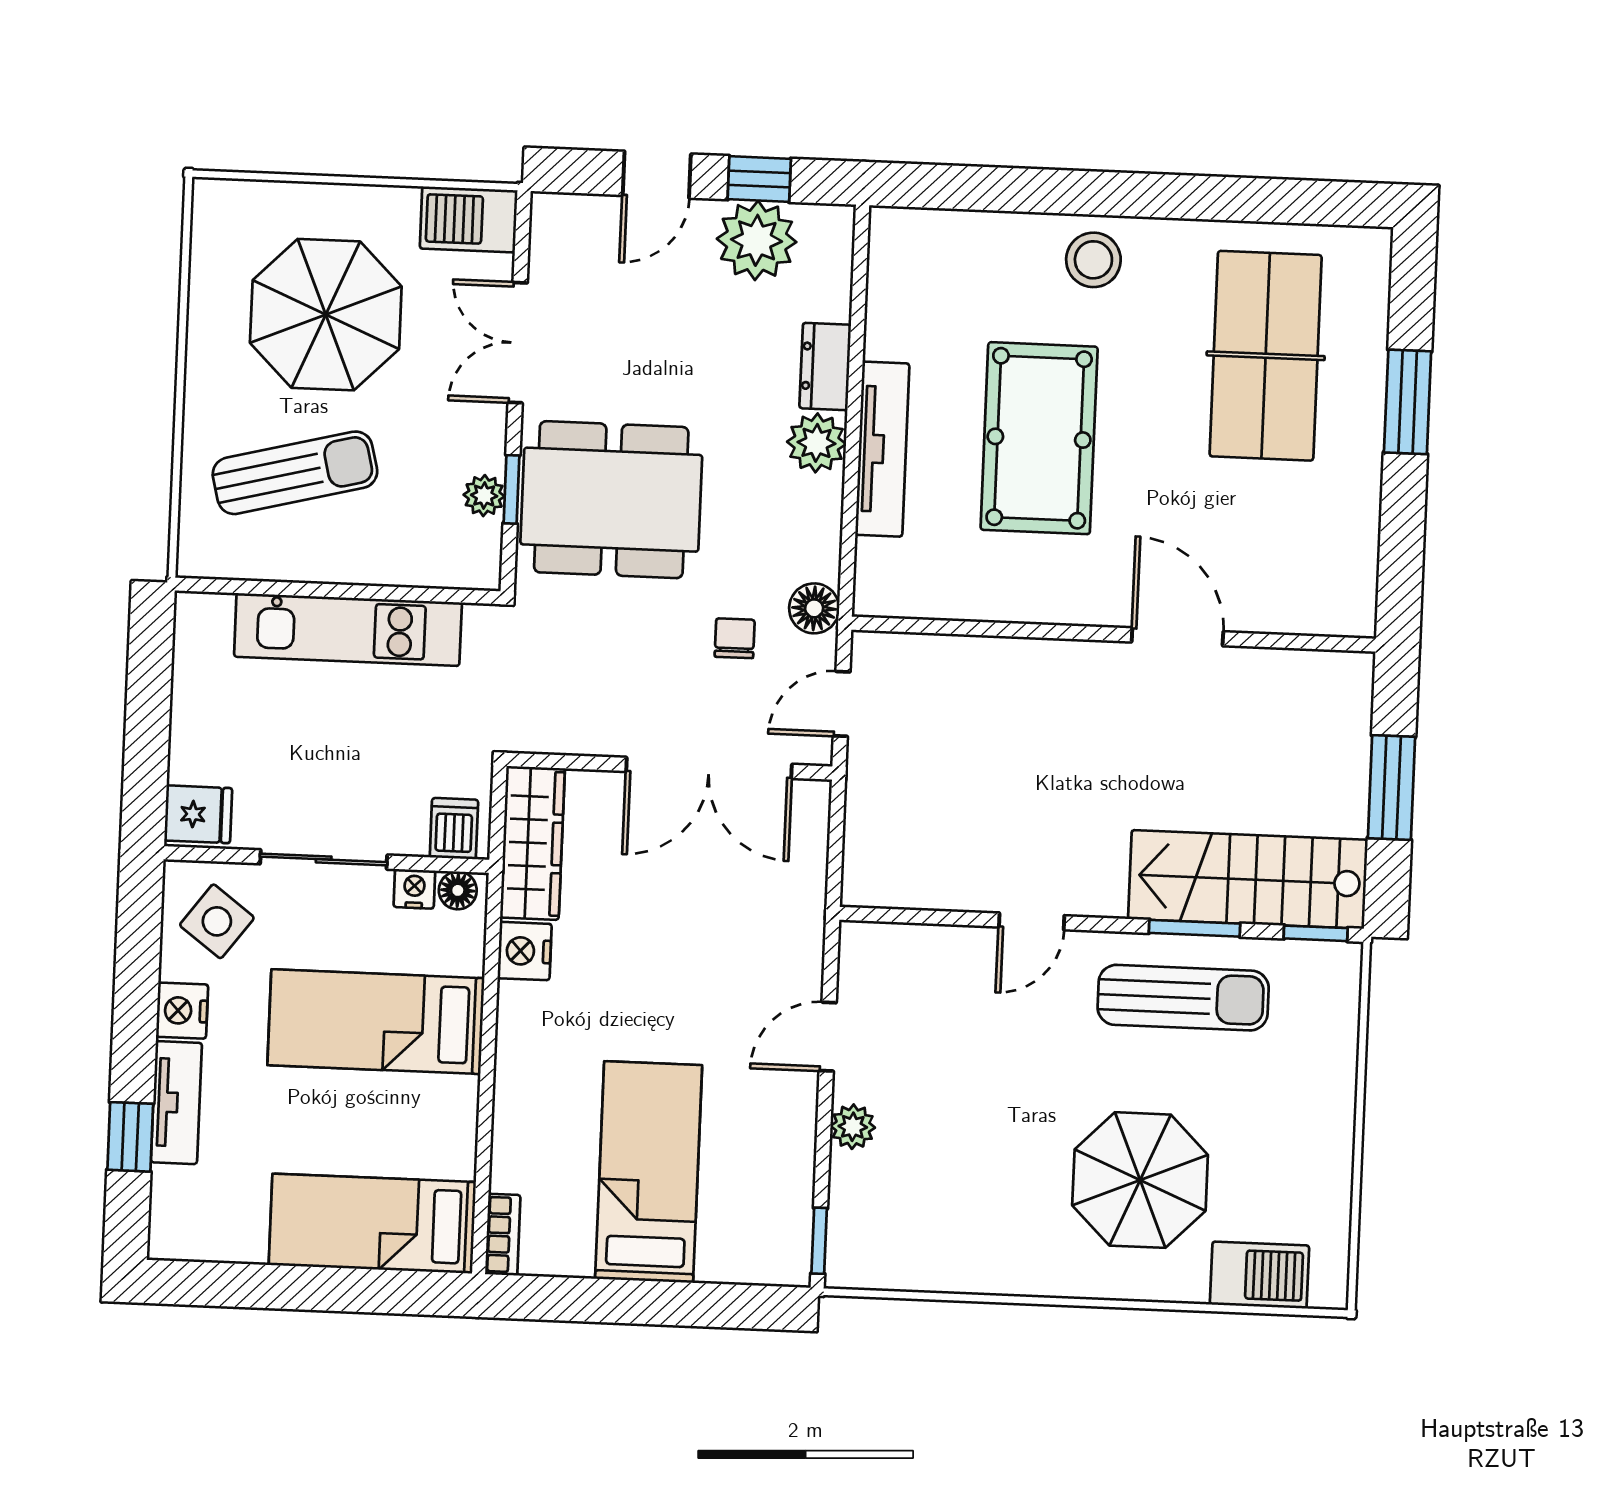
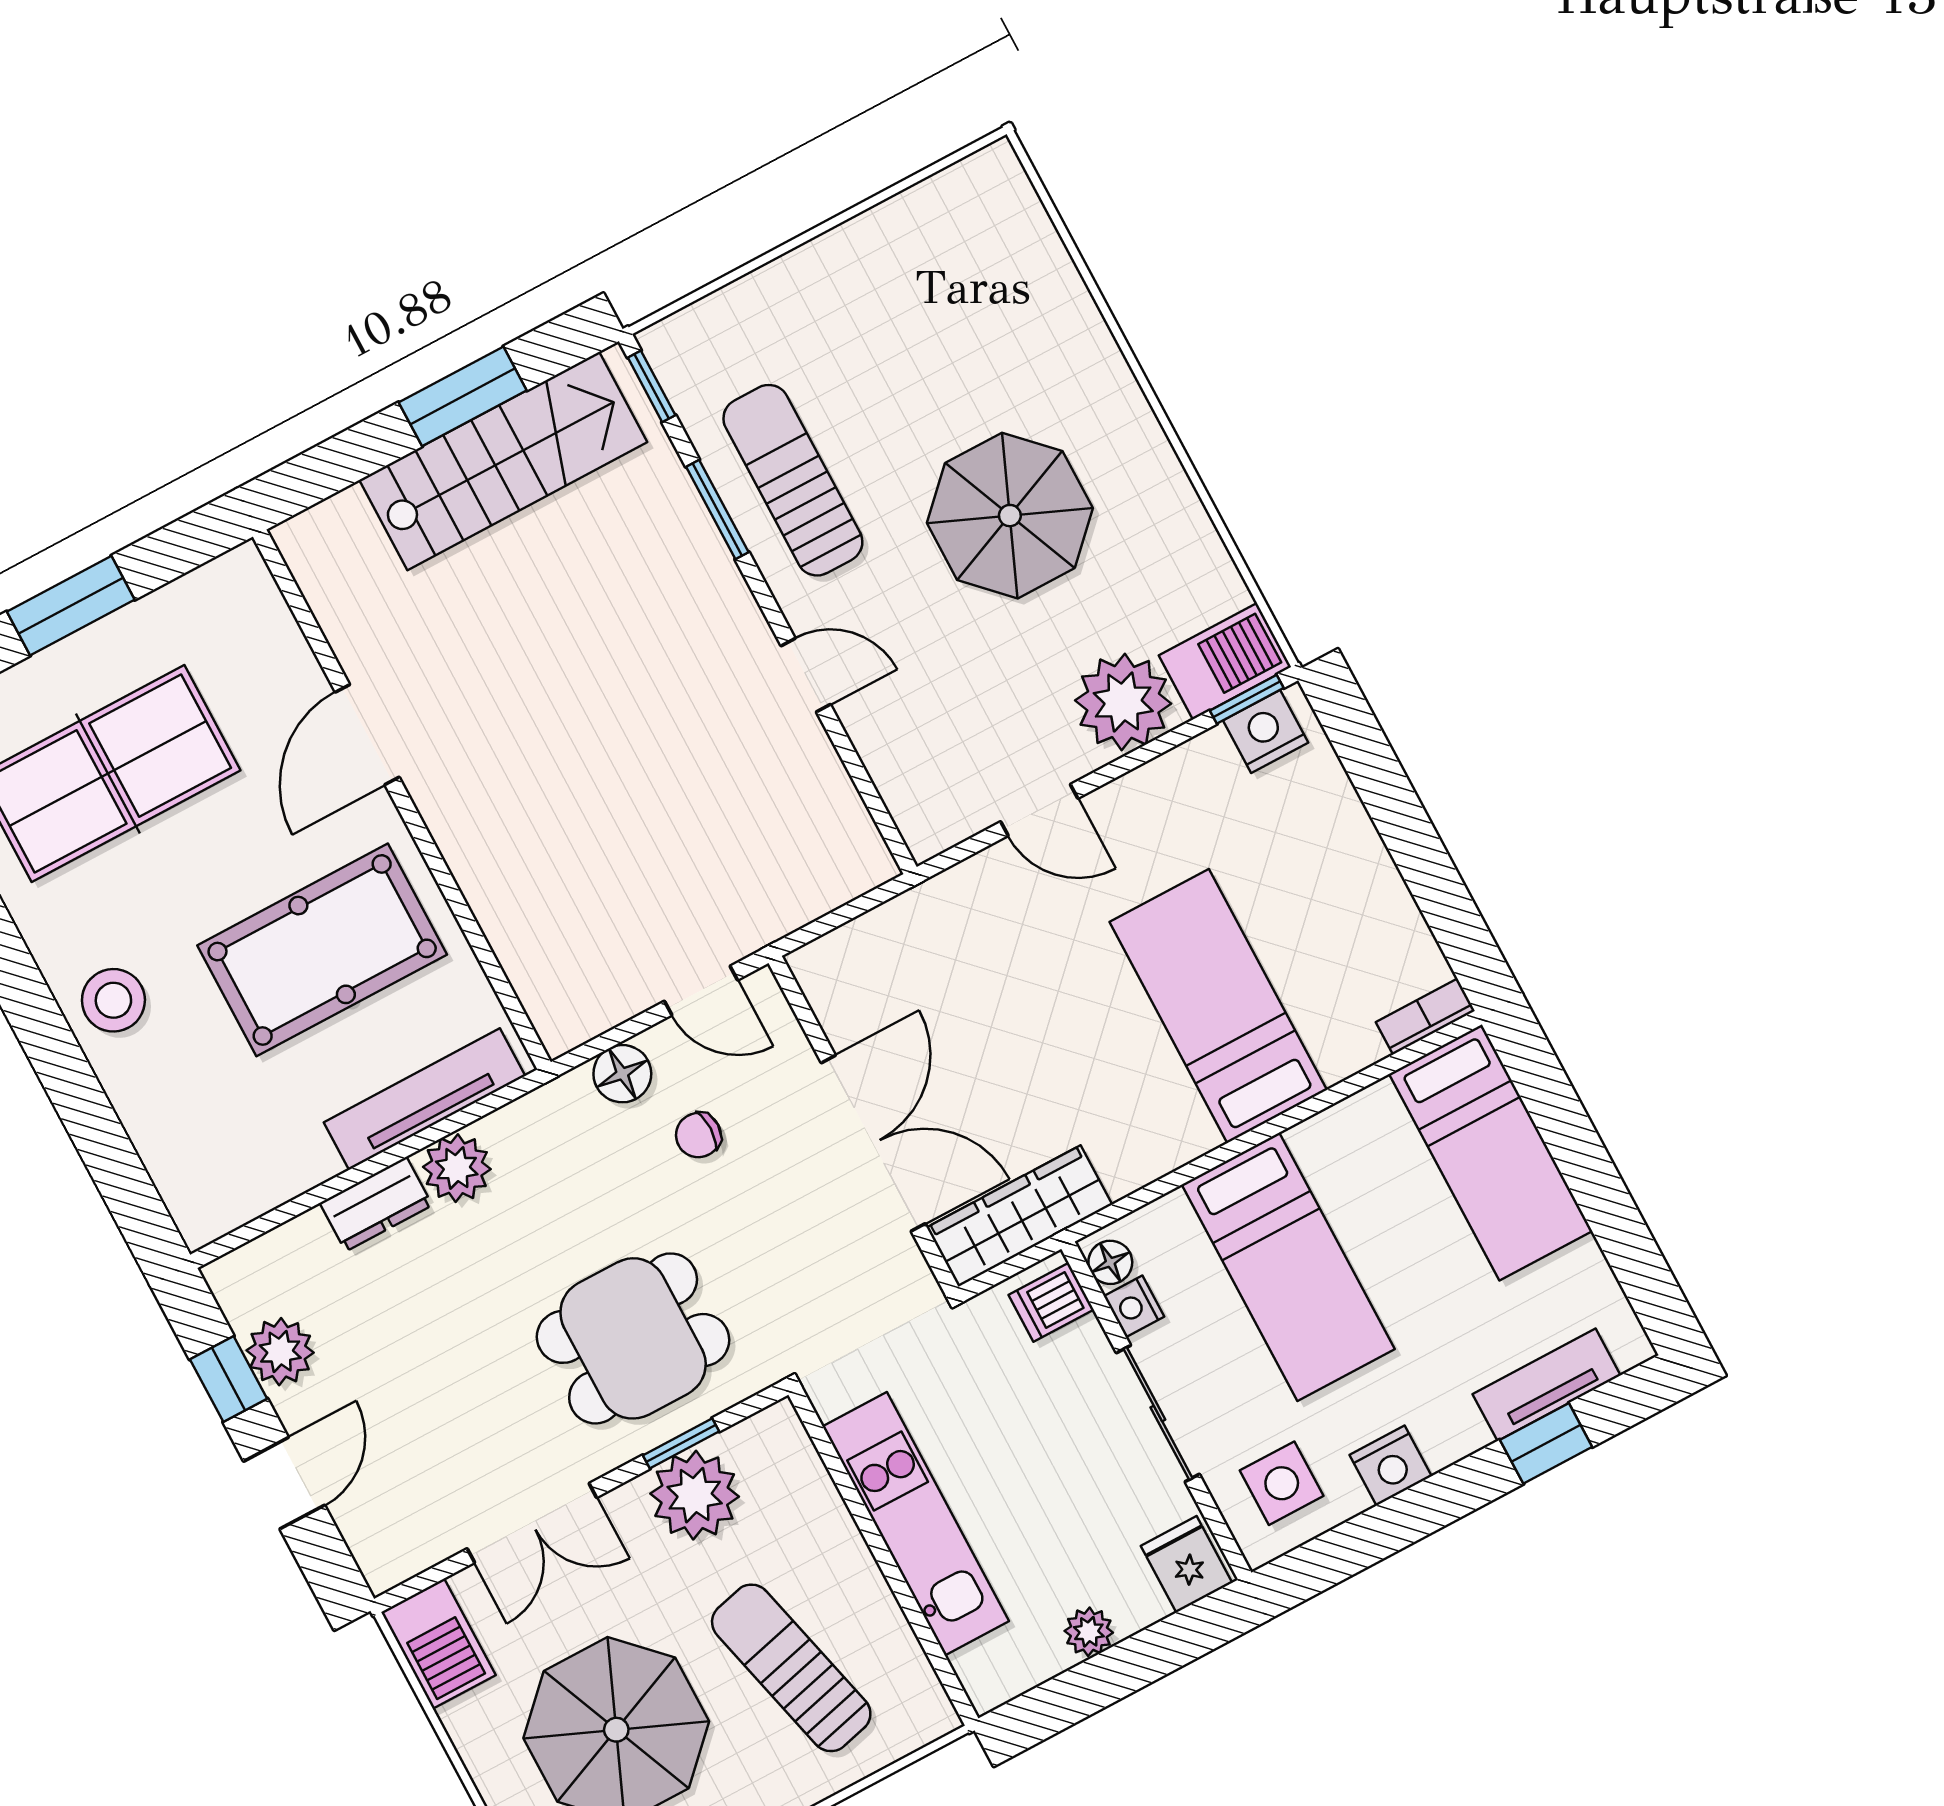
door: (657, 175) -> (284, 1483), hinge flipped
plant: (757, 240) -> (280, 1352), width x0.73, depth x0.73
plant: (484, 496) -> (695, 1495), width x1.88, depth x1.88
dining table: (611, 500) -> (633, 1338), width x0.73
wall: (1114, 634) -> (402, 799), moved
door: (1177, 637) -> (367, 735), moved
plant: (191, 711) -> (1089, 1632), added
double door: (709, 768) -> (873, 1143), moved
stairs: (1248, 879) -> (503, 461), moved, turned -90
side table: (217, 921) -> (1282, 1483), turned -37
nightstand: (525, 951) -> (1266, 732), moved, turned 180
tv unit: (176, 1103) -> (1547, 1385), moved
plant: (853, 1127) -> (1123, 702), width x1.87, depth x1.87
bed: (649, 1172) -> (1218, 1006), moved, turned 90
parasol: (1140, 1180) -> (1010, 516), moved
barbecue: (1260, 1275) -> (1225, 661), moved, turned 90

